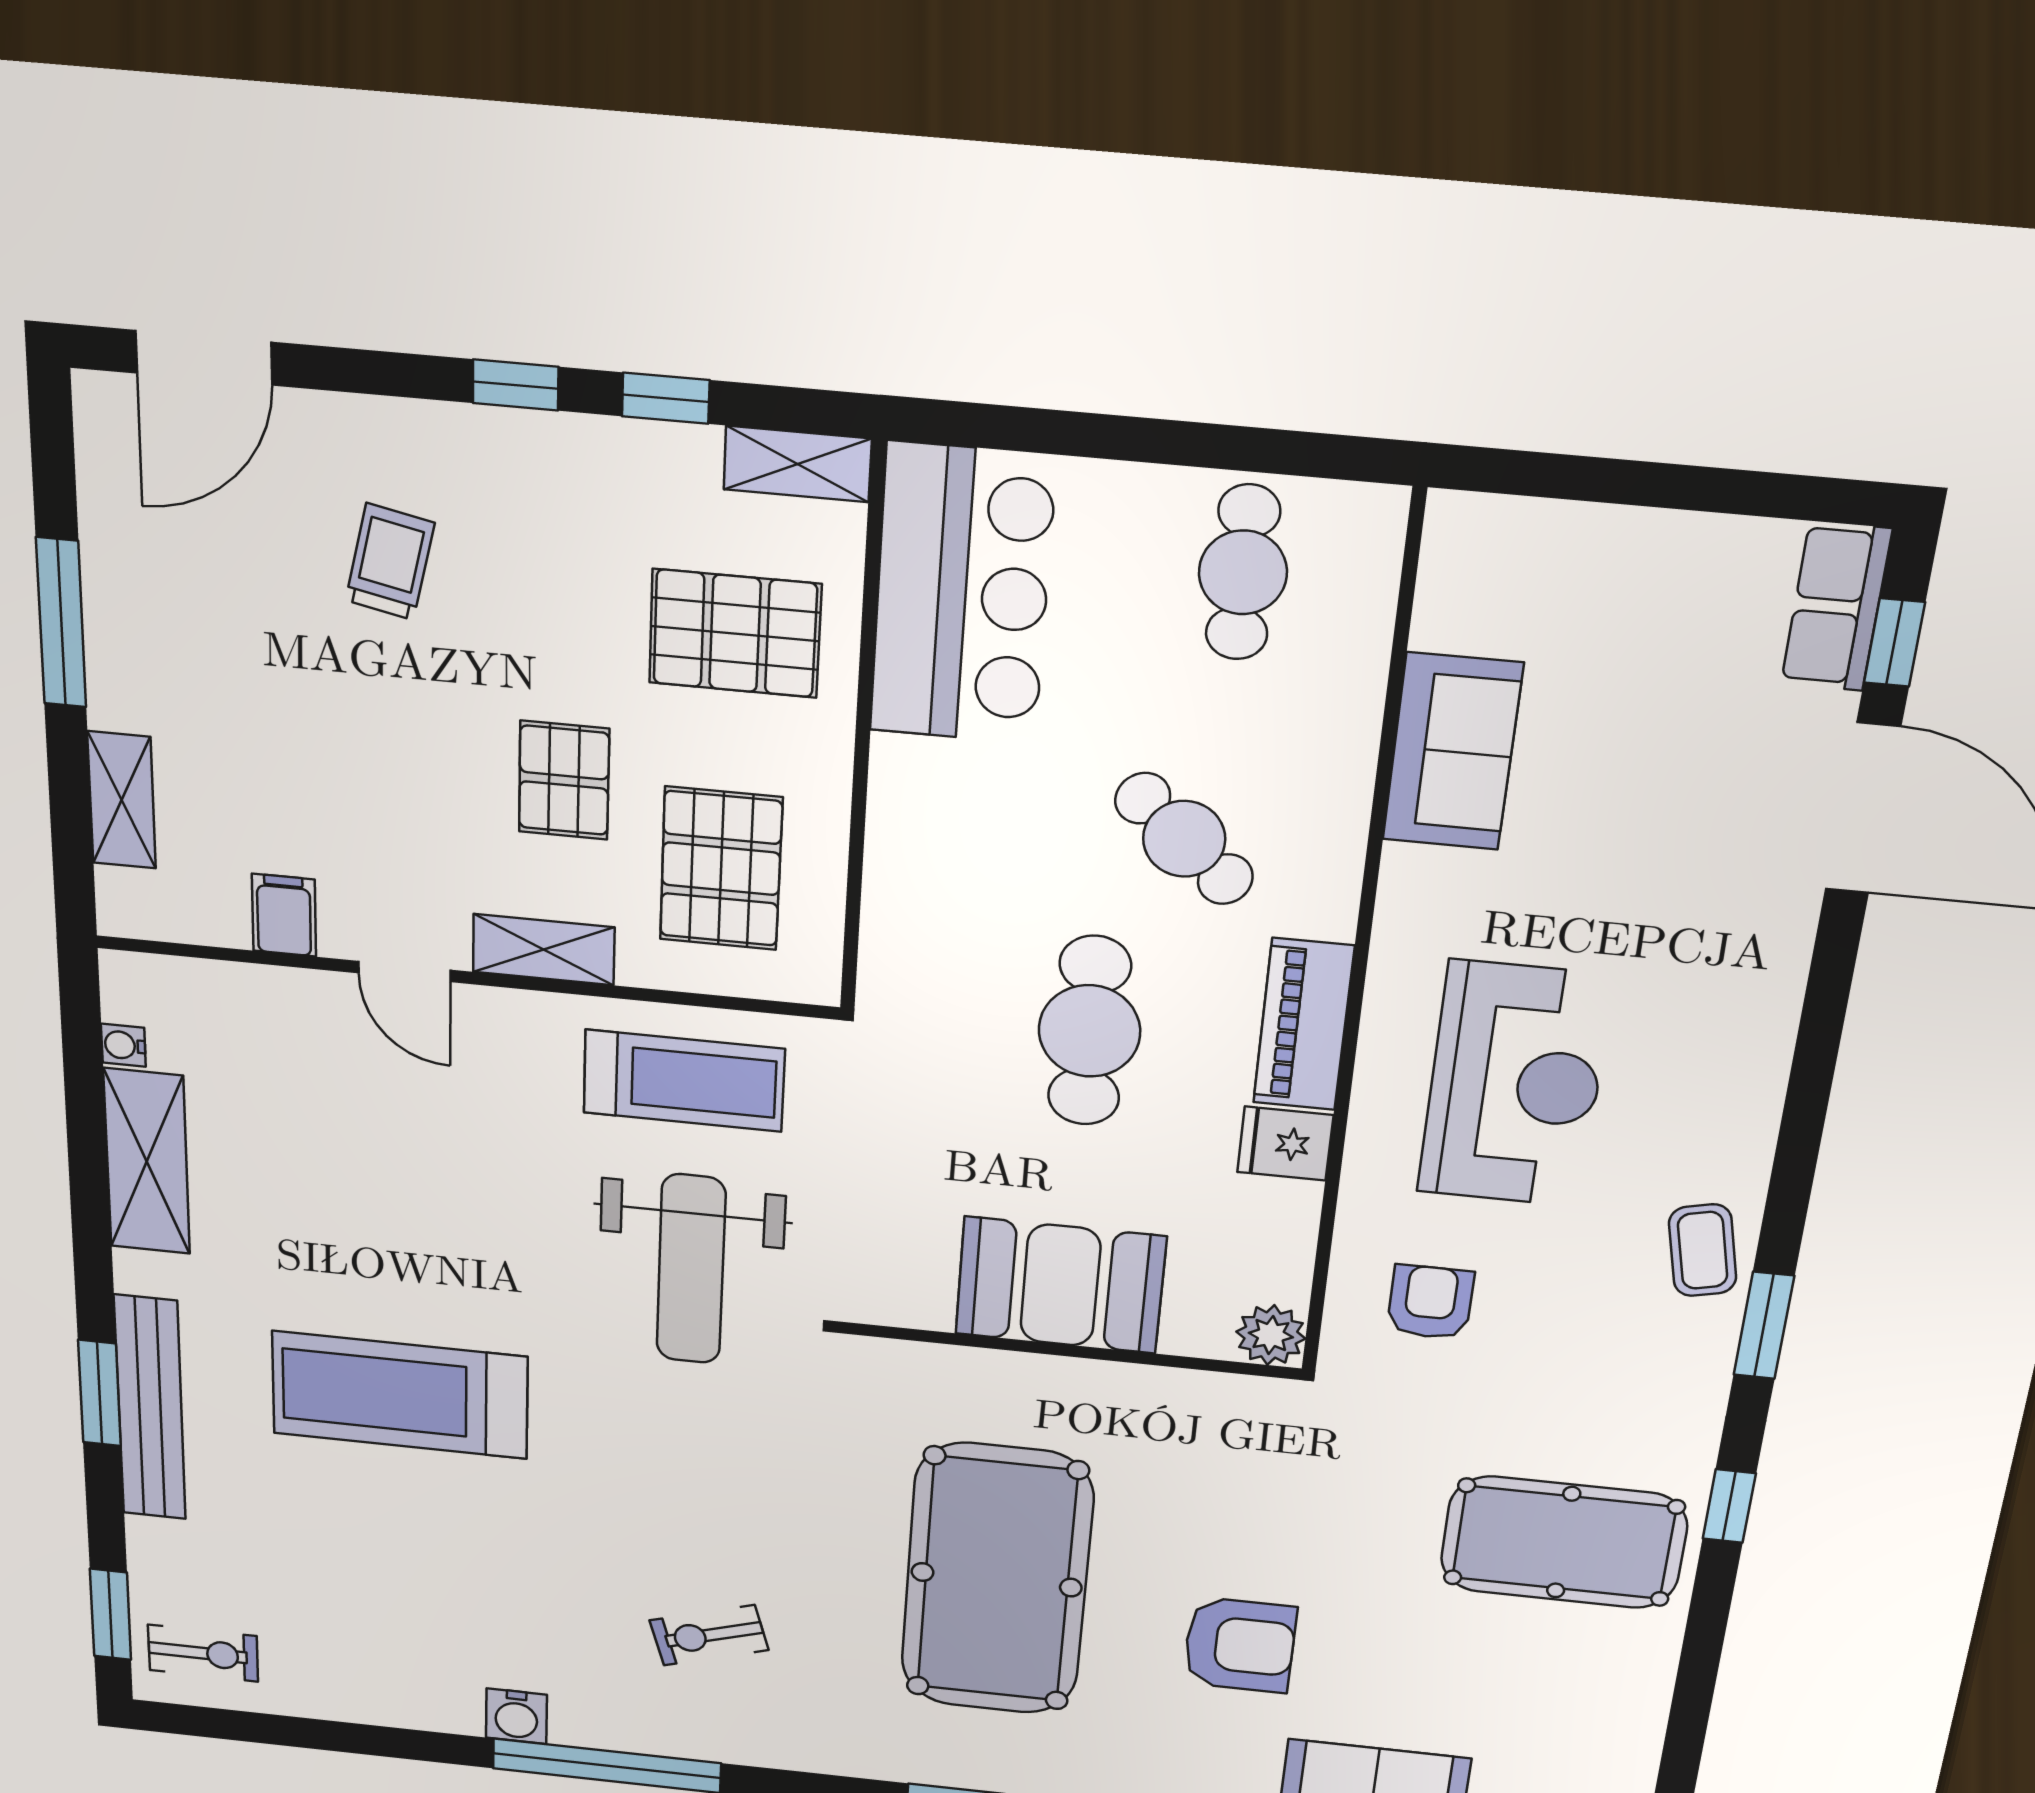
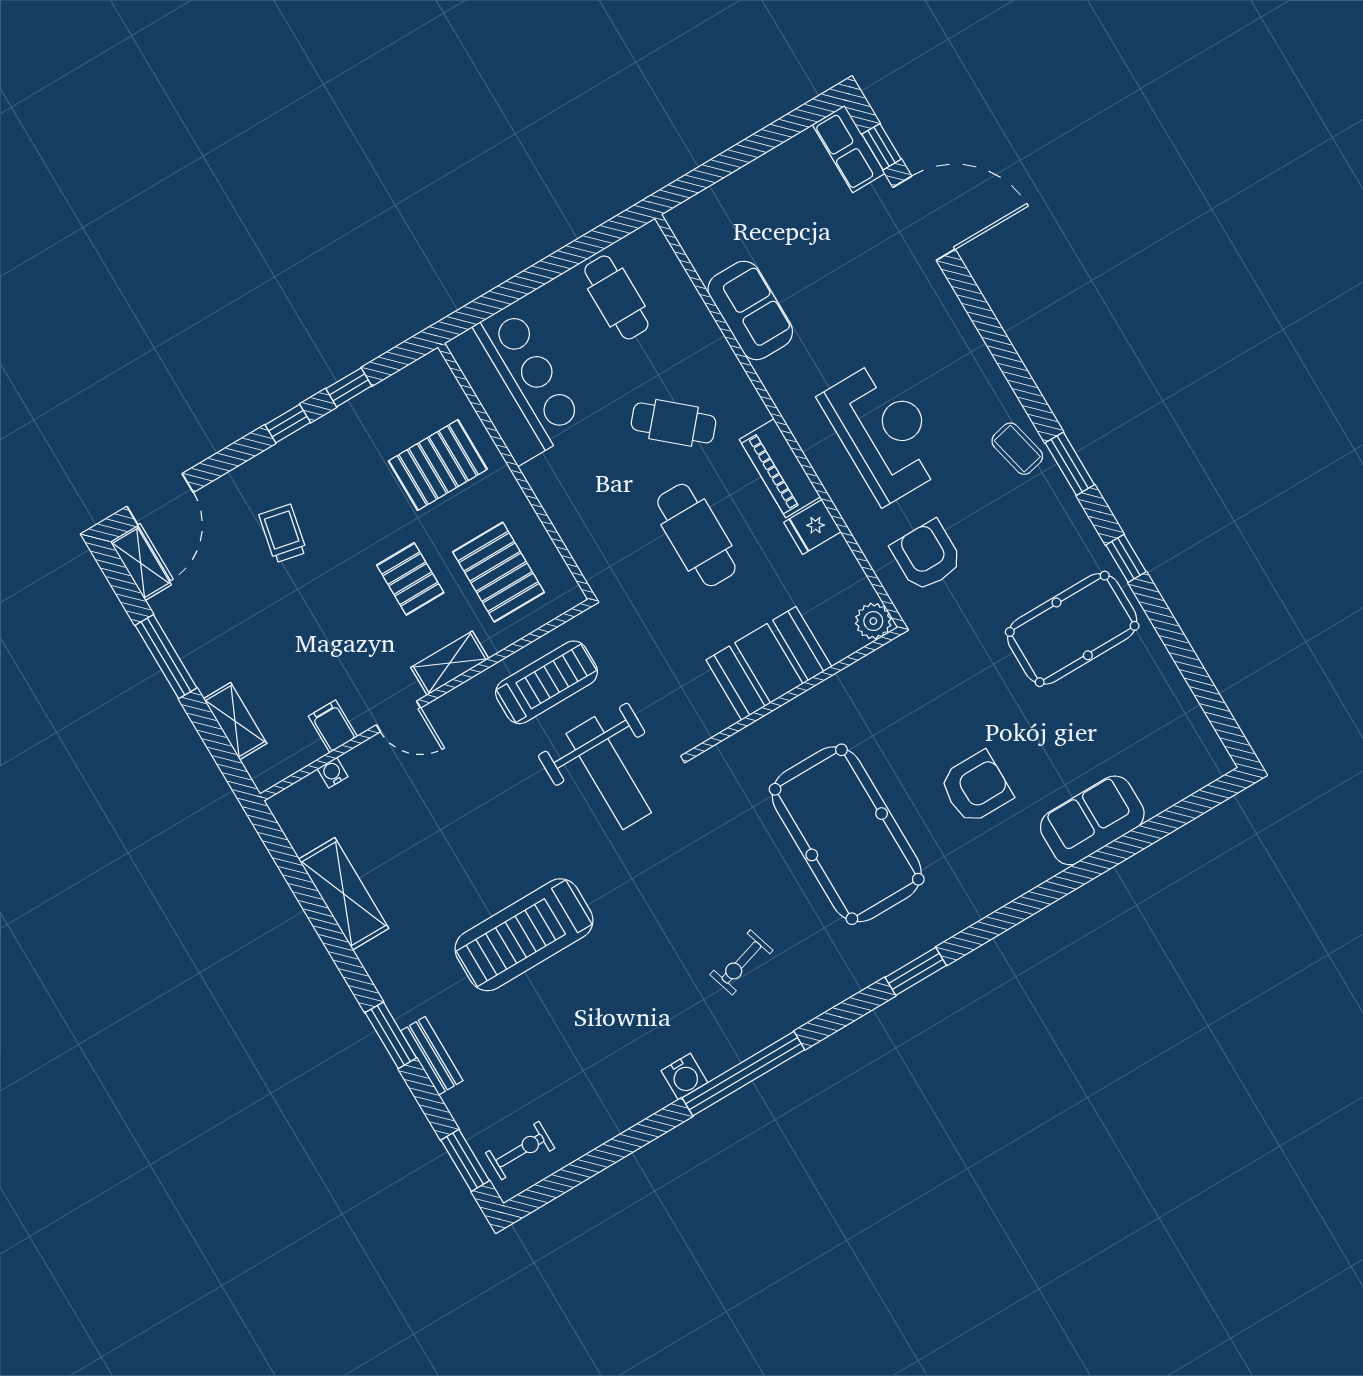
shelving: (797, 464) -> (141, 563), moved, turned 90
water cooler: (123, 1045) -> (333, 773), moved, turned 90
armchair: (1430, 1302) -> (927, 556), width x1.38, depth x1.38
bench: (150, 1408) -> (432, 1056), width x0.54, depth x0.82

